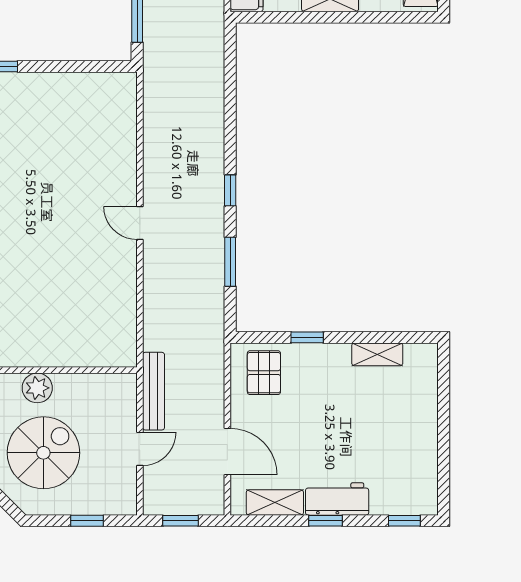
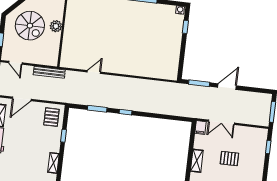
door: (140, 223) -> (94, 72), moved
pallet: (264, 373) -> (51, 117), turned 90
door: (140, 449) -> (15, 63), moved

